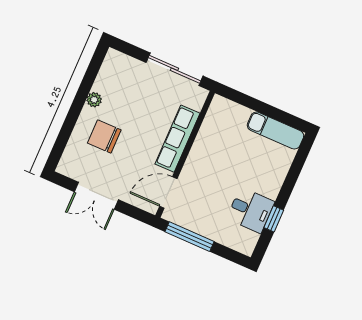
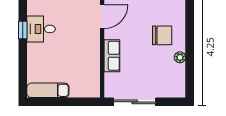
row of seats: (177, 139) -> (112, 56), width x0.68

